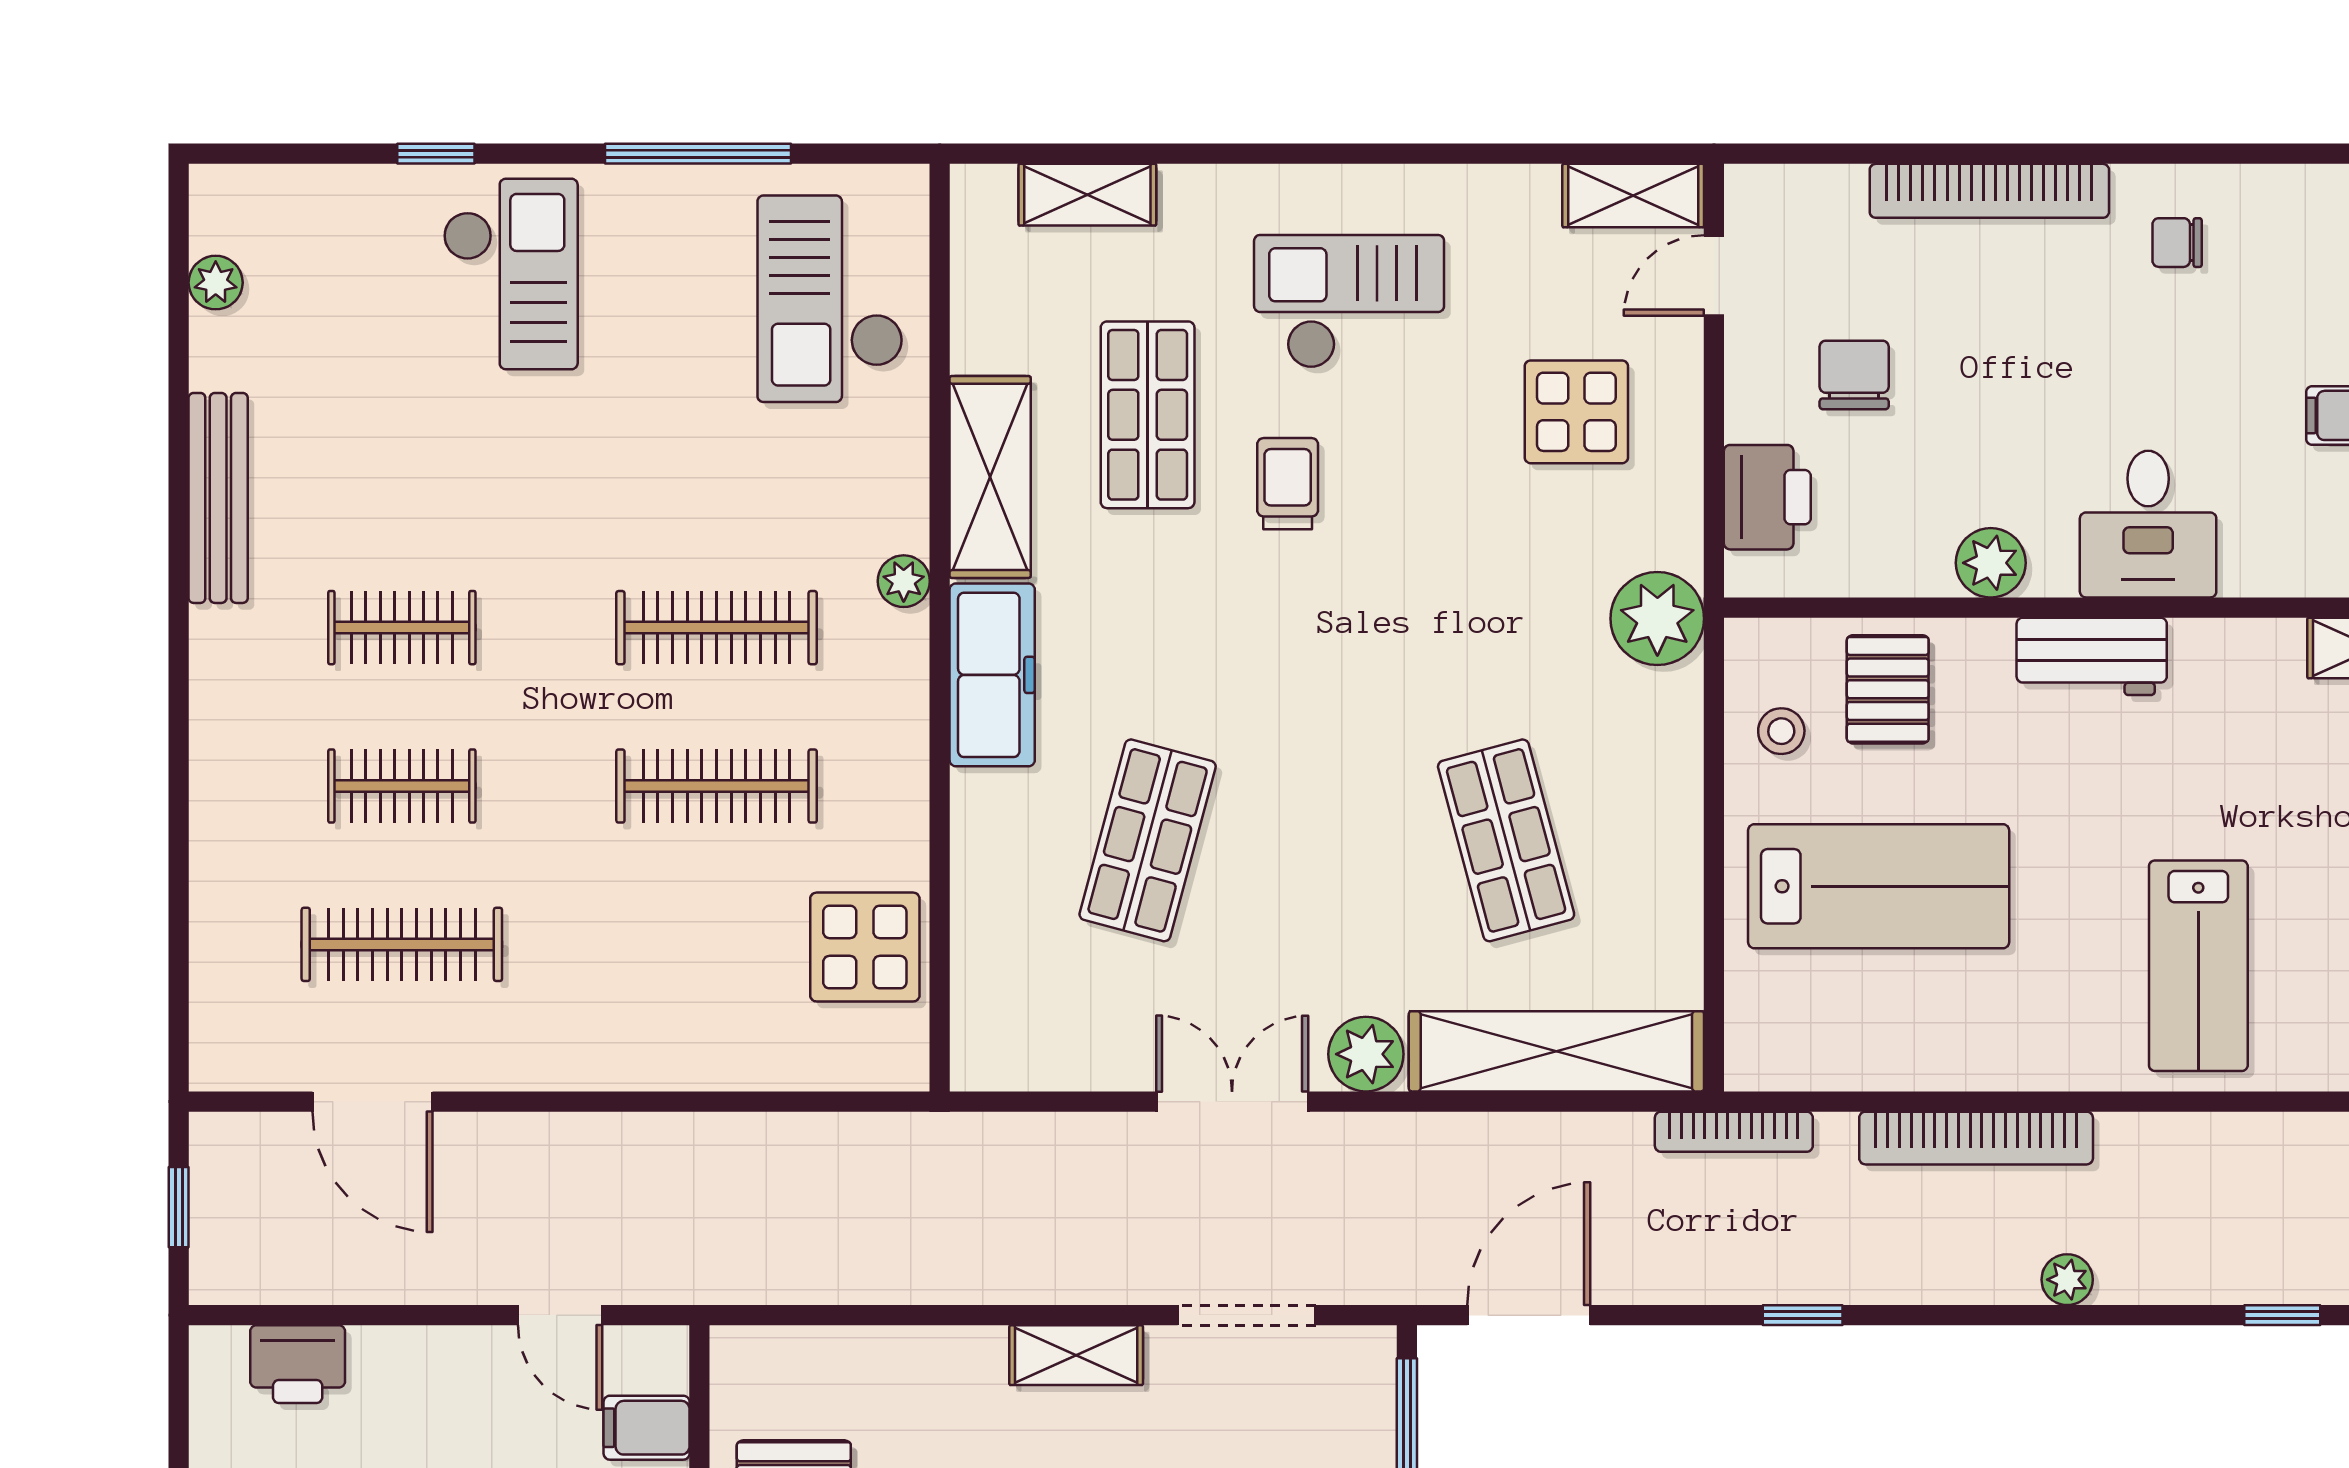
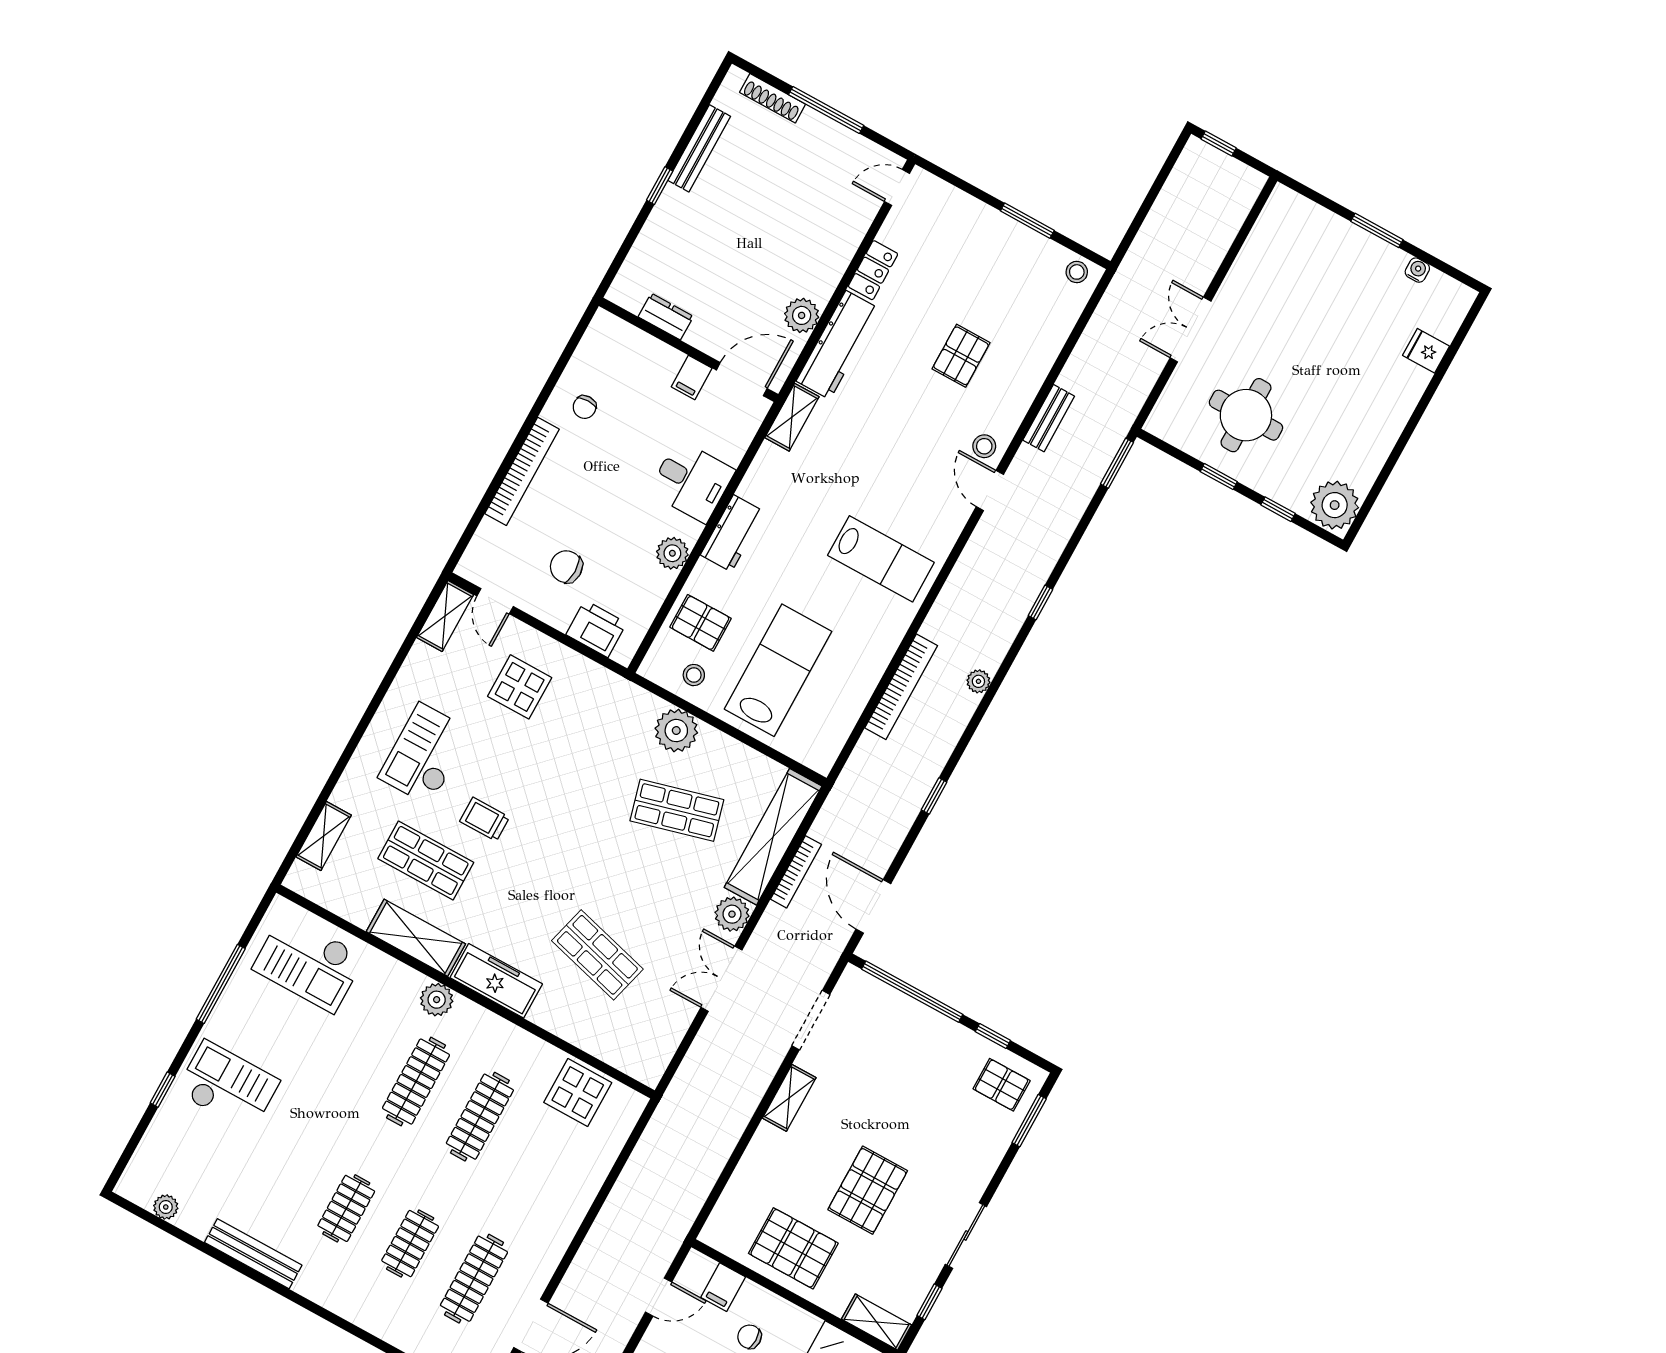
plant: (904, 581) -> (437, 1000), width x1.38, depth x1.38
plant: (1657, 619) -> (676, 731), moved
bookcase: (1734, 1132) -> (796, 872), moved

